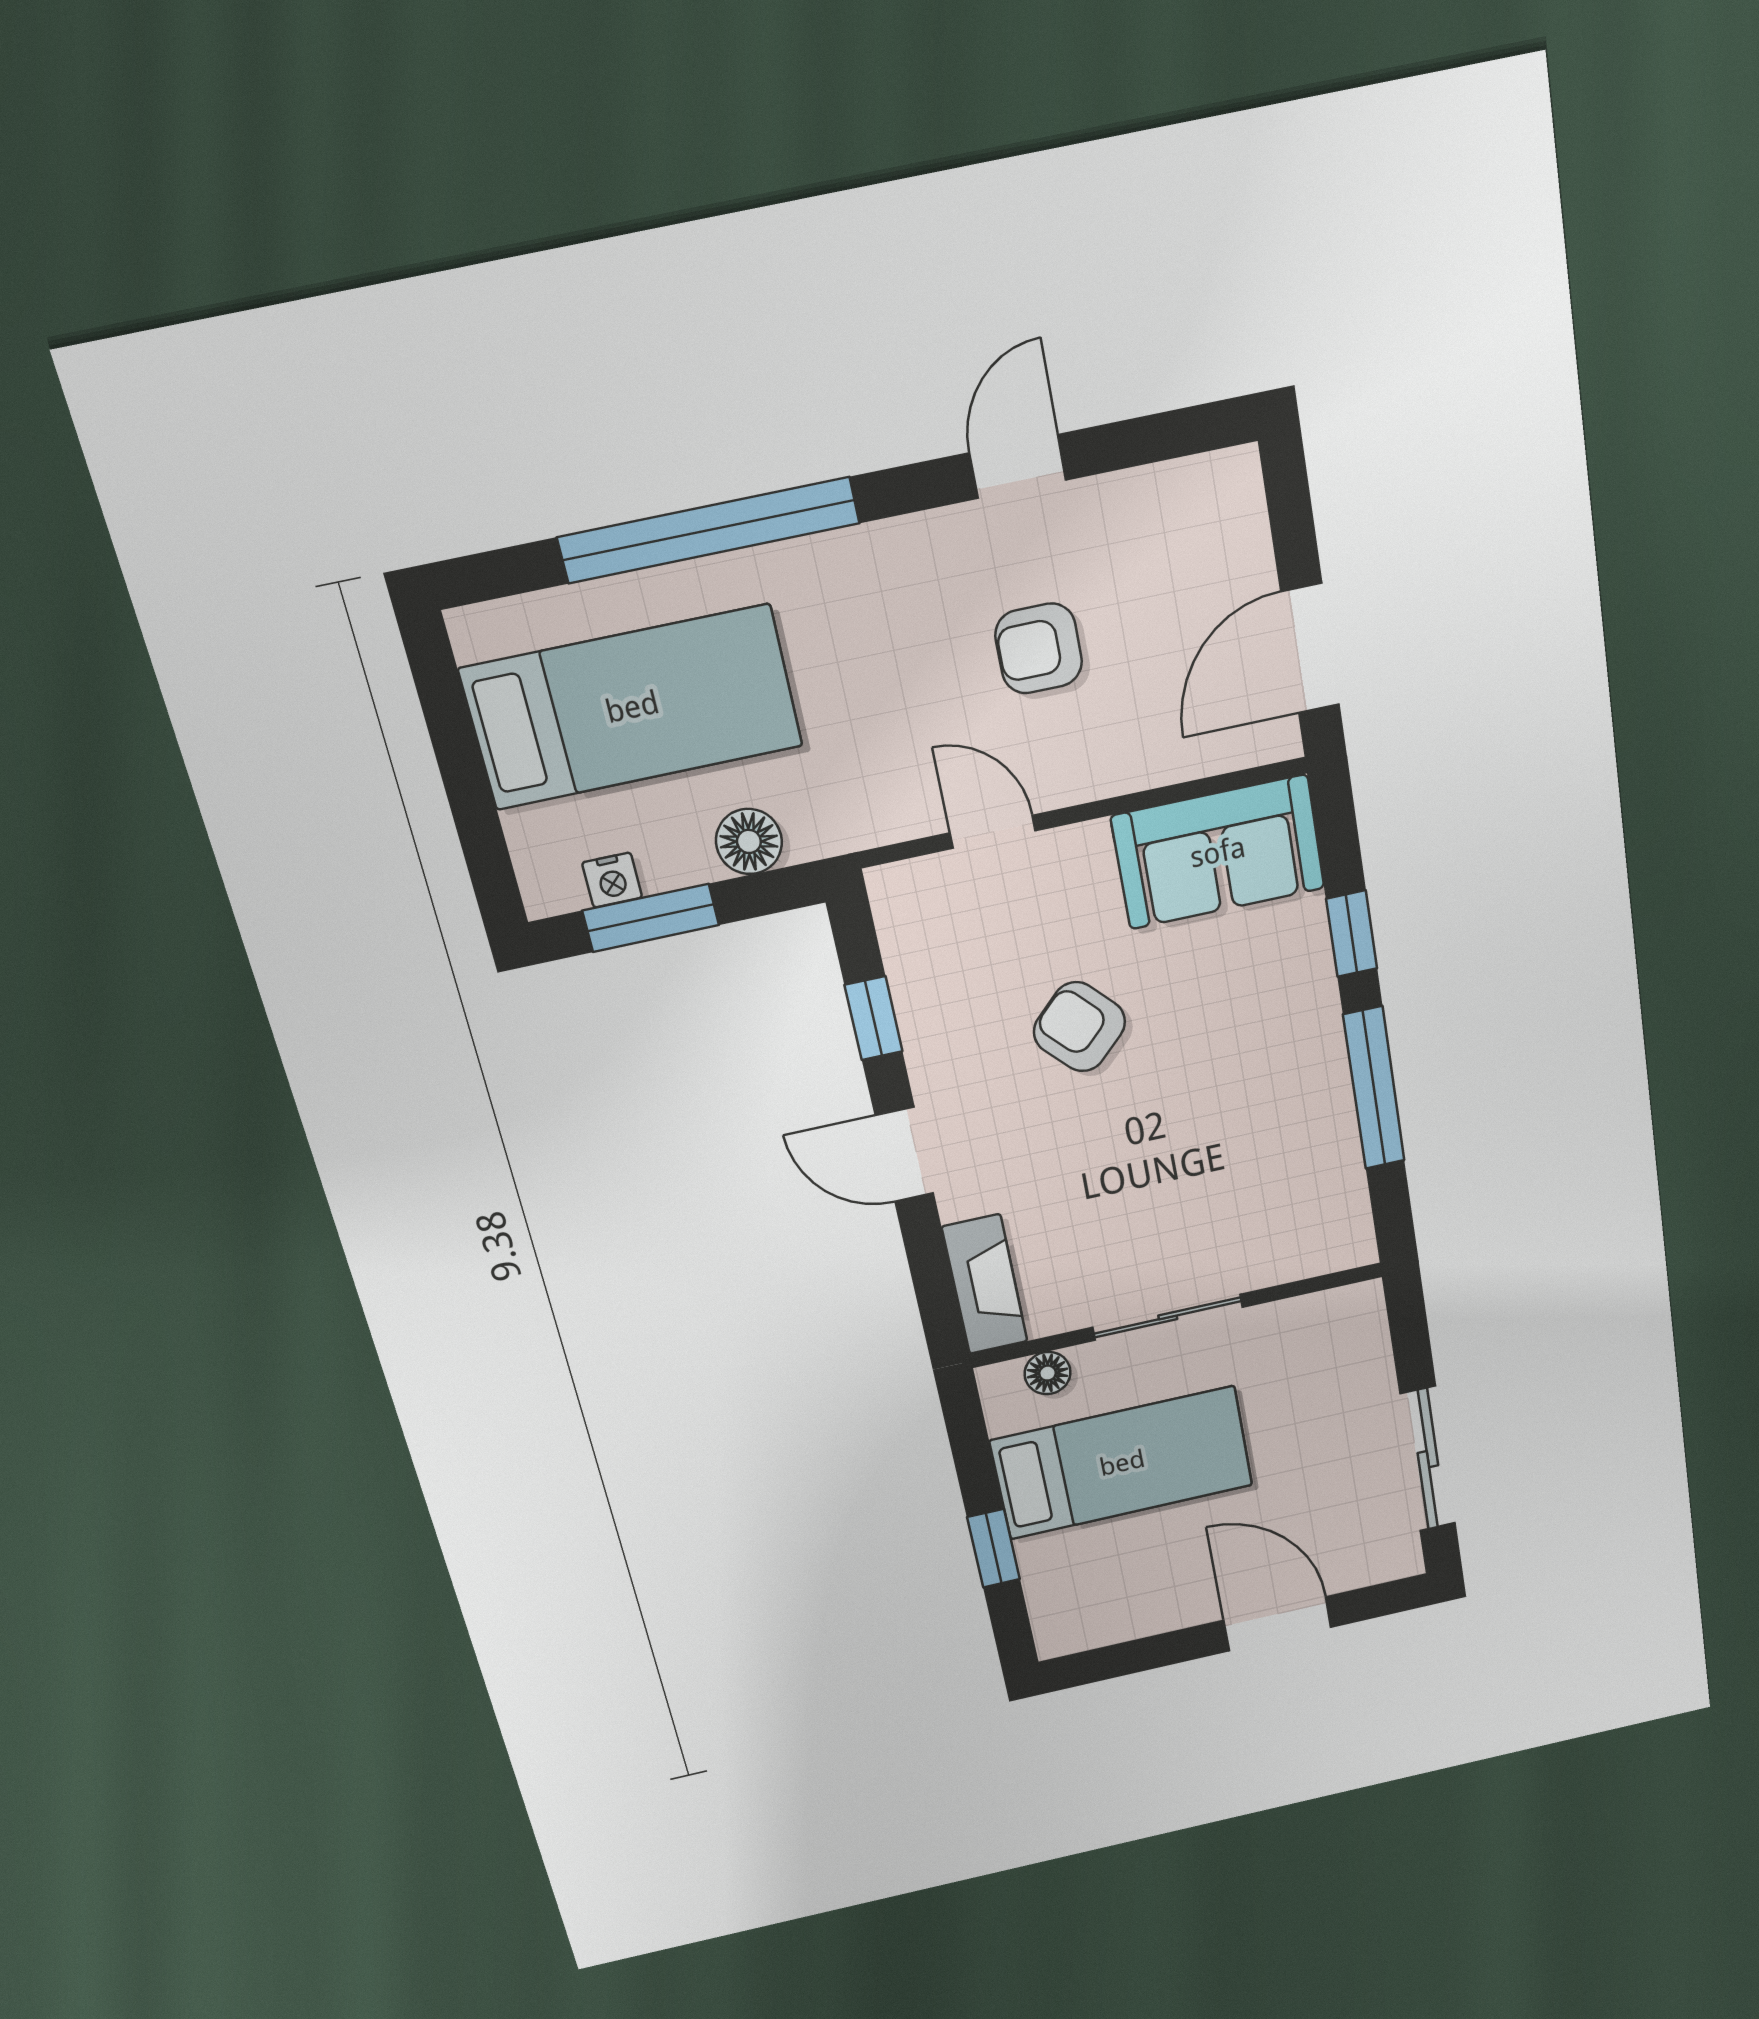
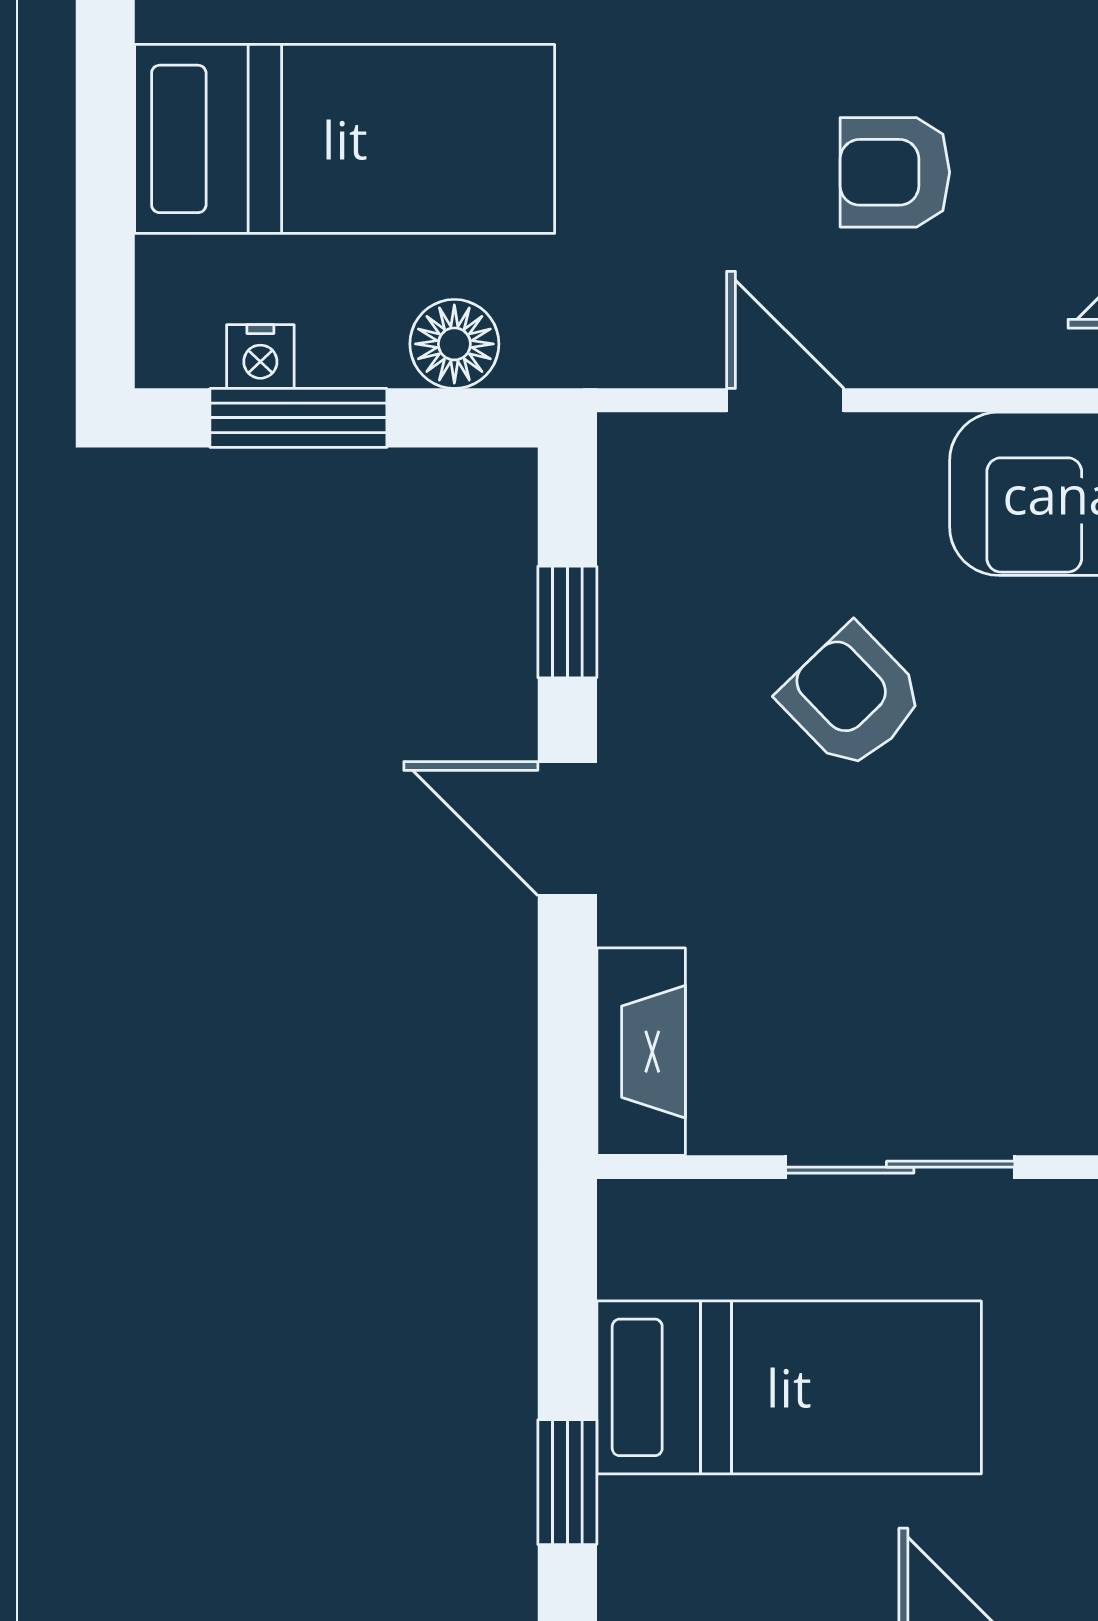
floor lamp: (1048, 1373) -> (705, 1213), removed

